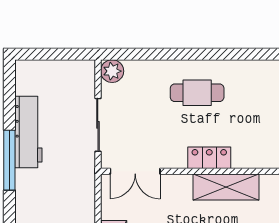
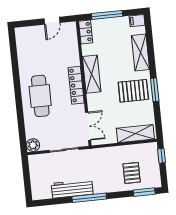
cafe table: (197, 93) -> (40, 96), width x1.37, depth x1.35
locker: (209, 158) -> (76, 85), width x1.53

